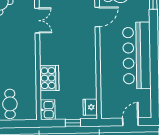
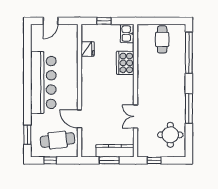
door: (97, 17) -> (80, 119), hinge flipped
fridge: (90, 107) -> (88, 49), moved

